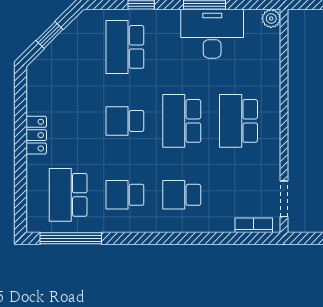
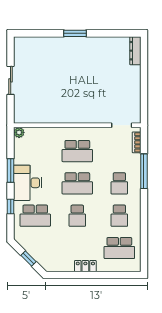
desk: (212, 34) -> (28, 183), moved
window: (71, 238) -> (144, 171), moved

